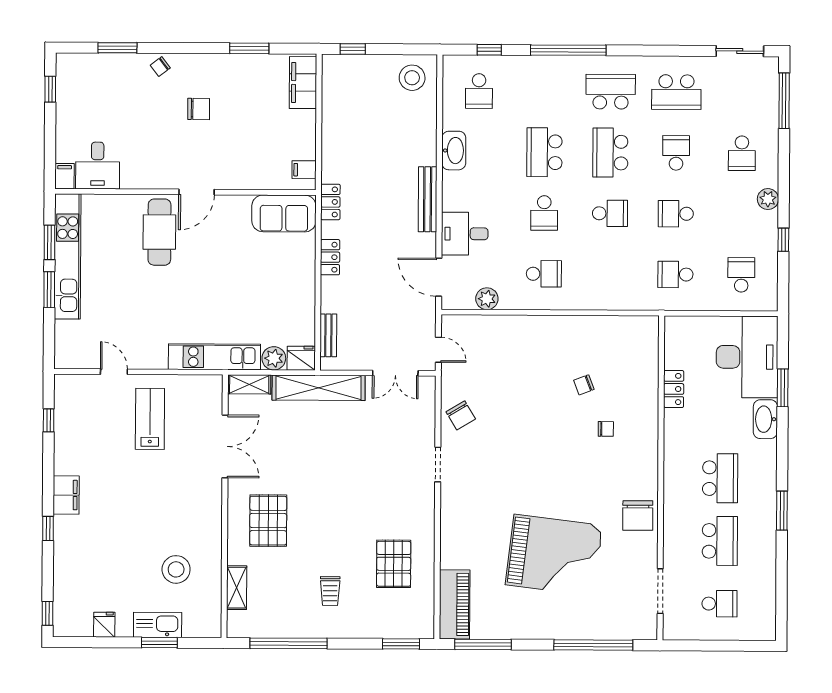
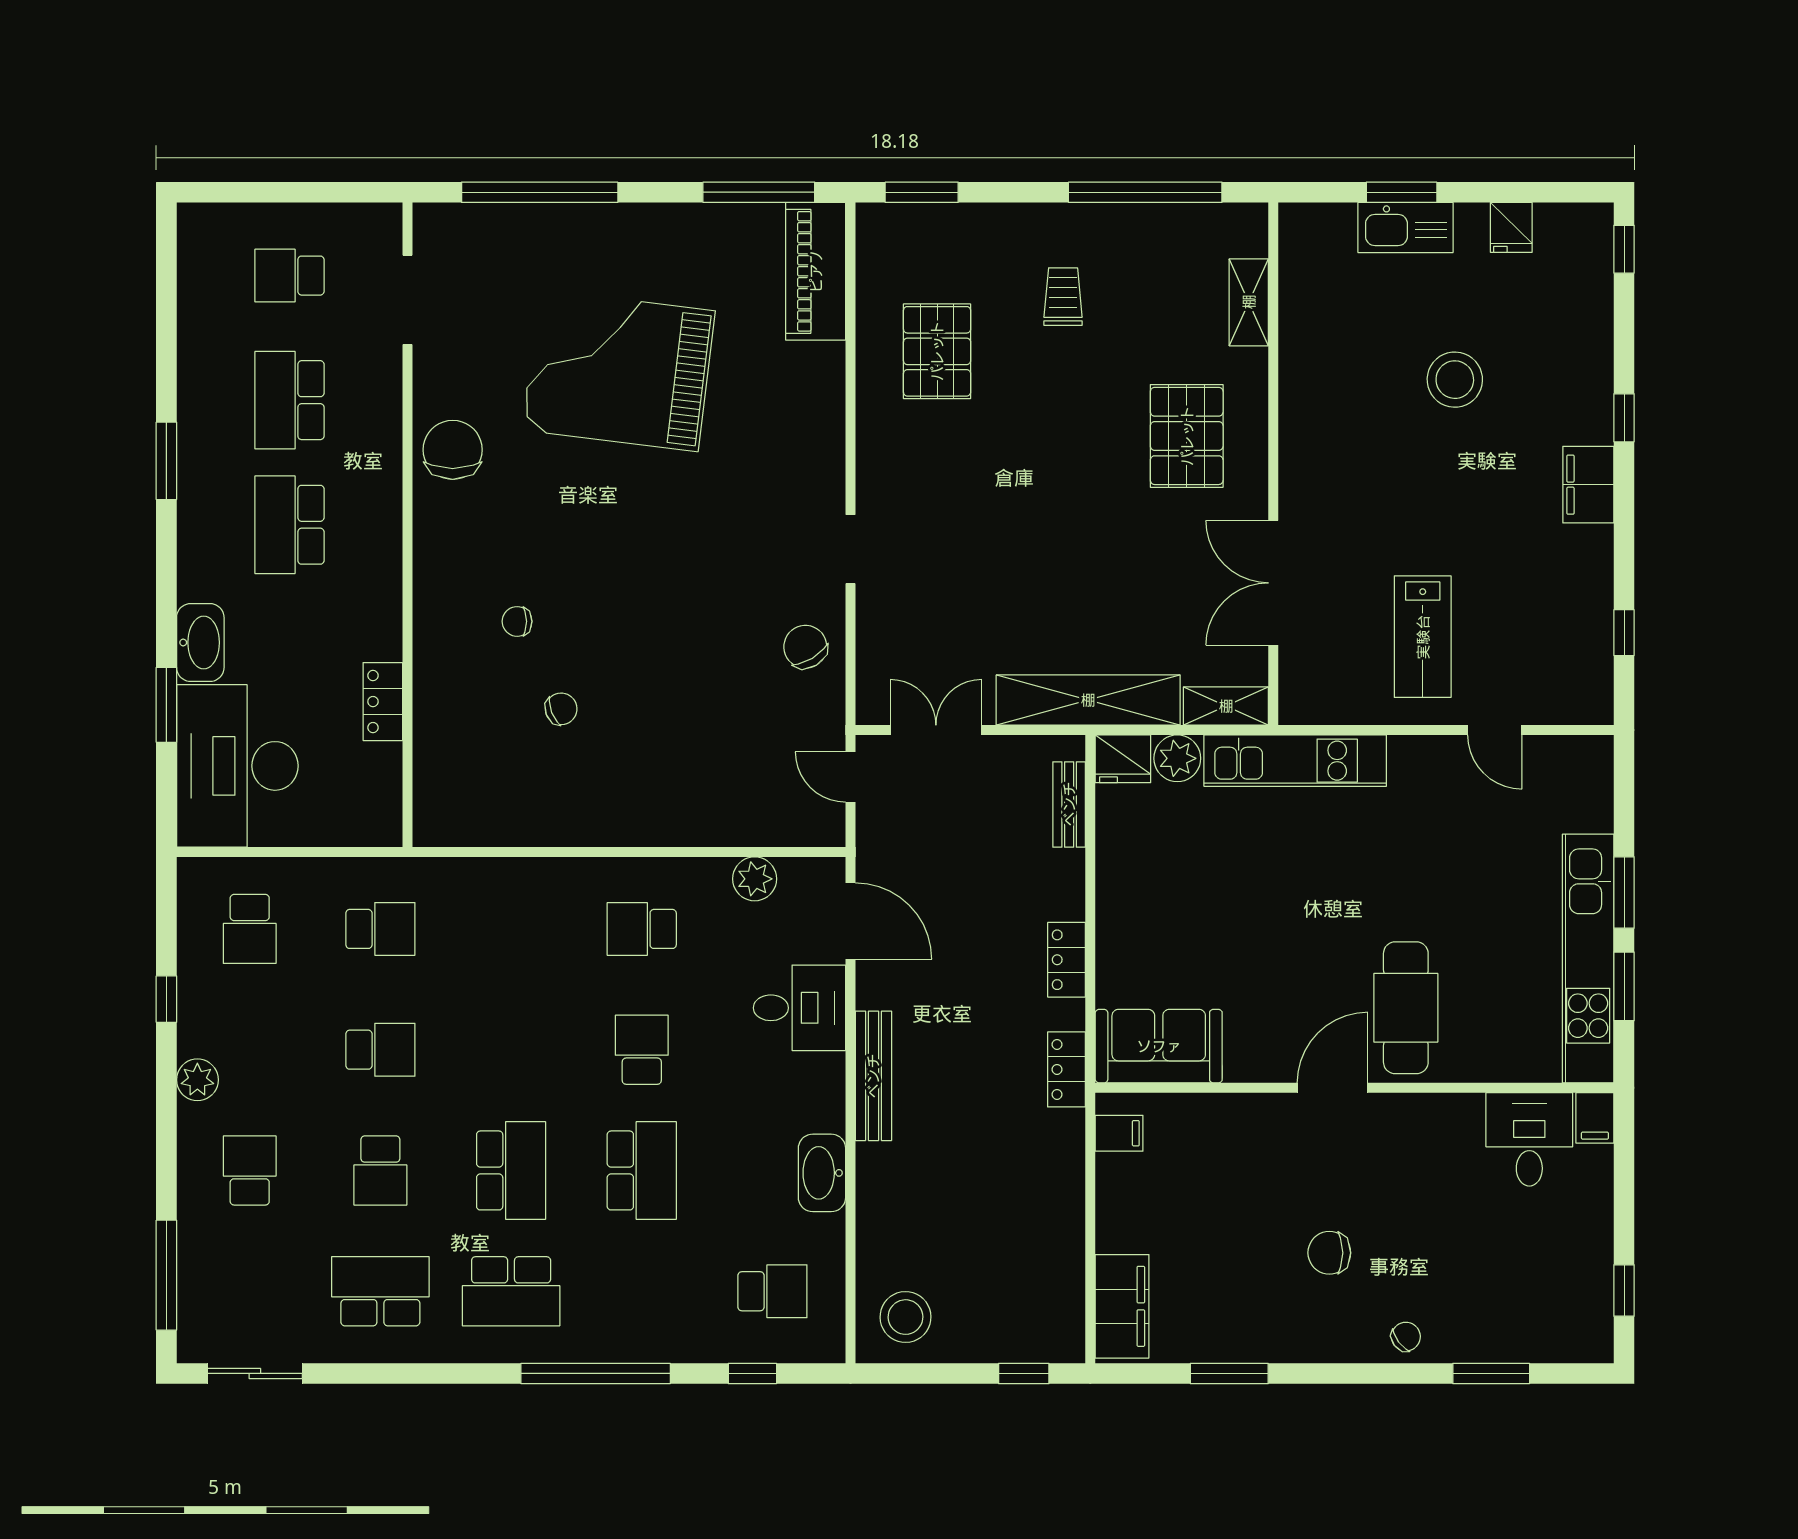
school desk: (479, 91) -> (772, 1291), turned 90
school desk: (610, 213) -> (511, 1050), removed
stool: (176, 569) -> (1455, 380), moved

